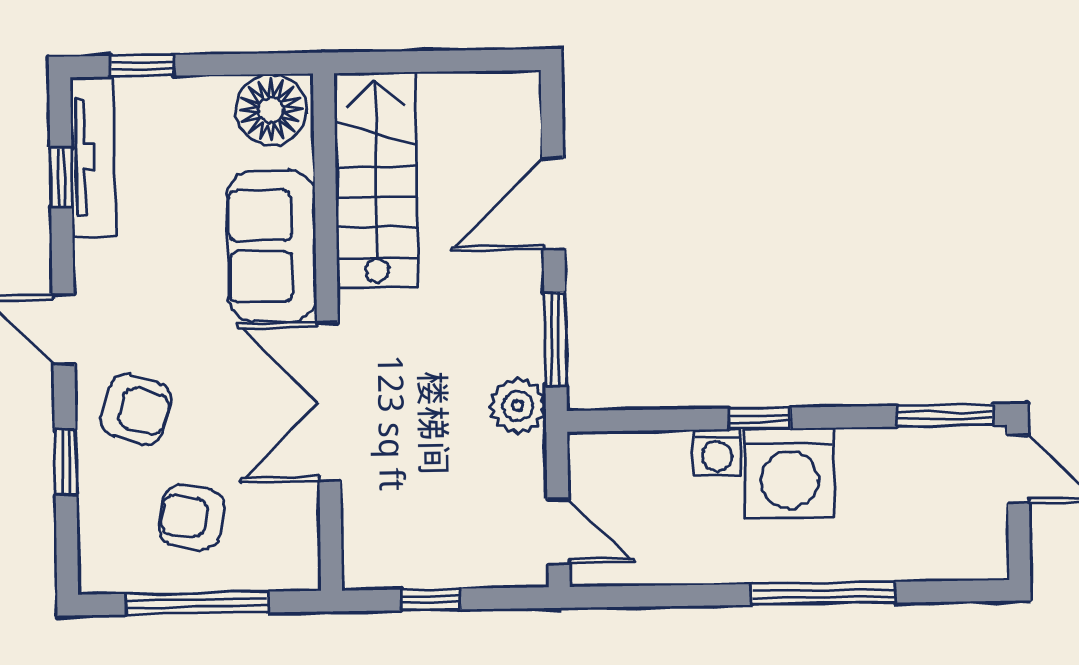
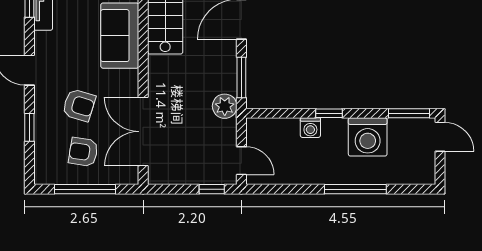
double door: (329, 402) -> (143, 132), moved
armchair: (136, 409) -> (79, 105), moved
washing machine: (789, 473) -> (368, 137), moved
window: (431, 600) -> (212, 189), moved

